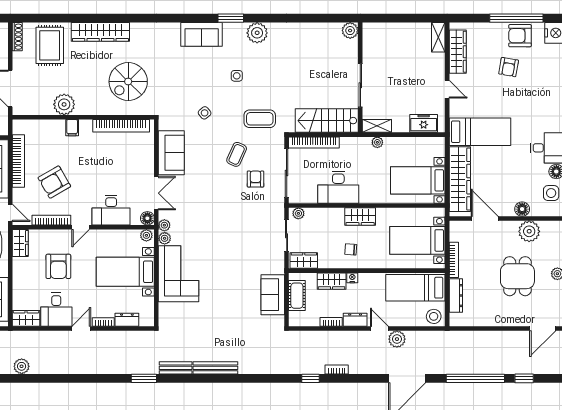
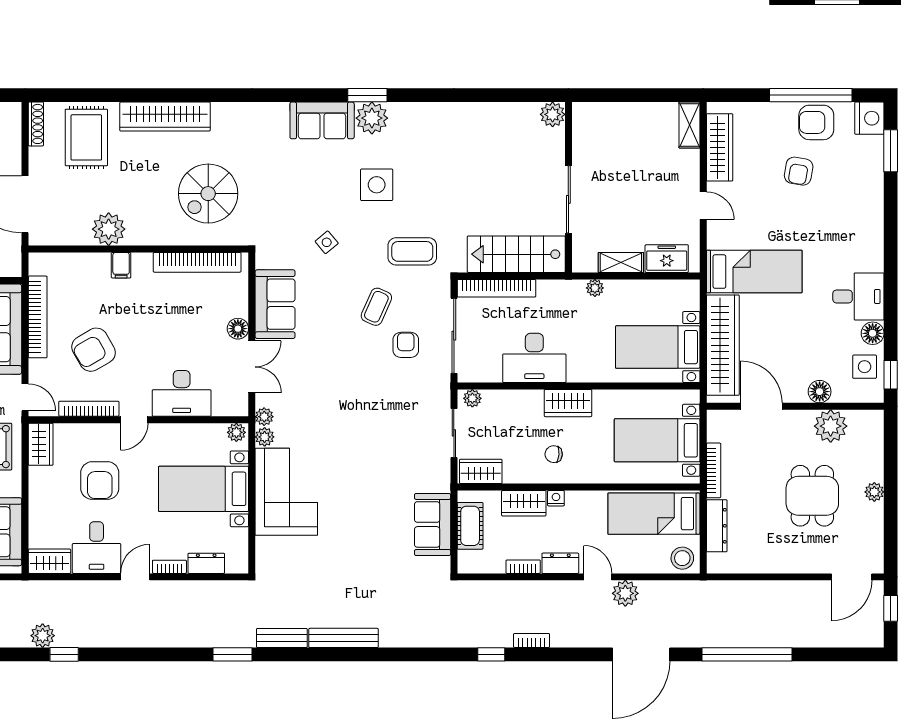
plant: (257, 33) -> (372, 118), moved
side table: (237, 76) -> (377, 185), width x1.87, depth x1.87
shelving: (377, 126) -> (621, 262), moved
floor lamp: (147, 218) -> (238, 329), moved
window: (524, 378) -> (64, 654), moved

